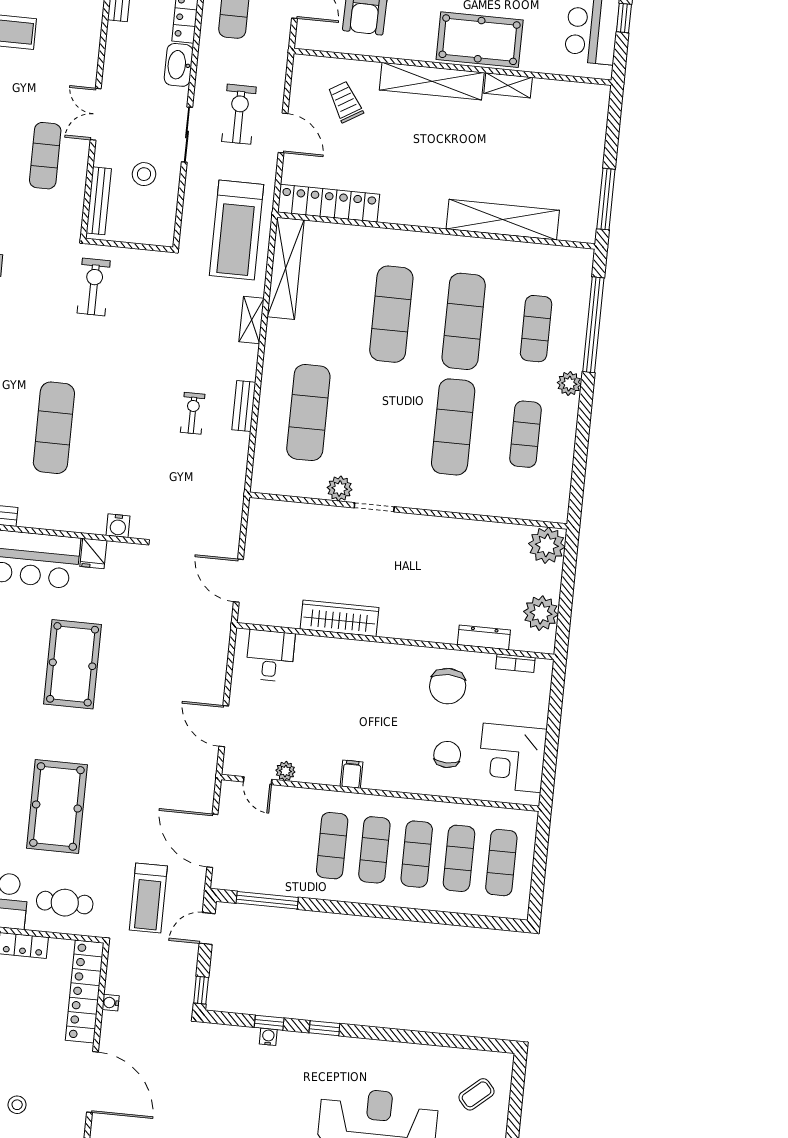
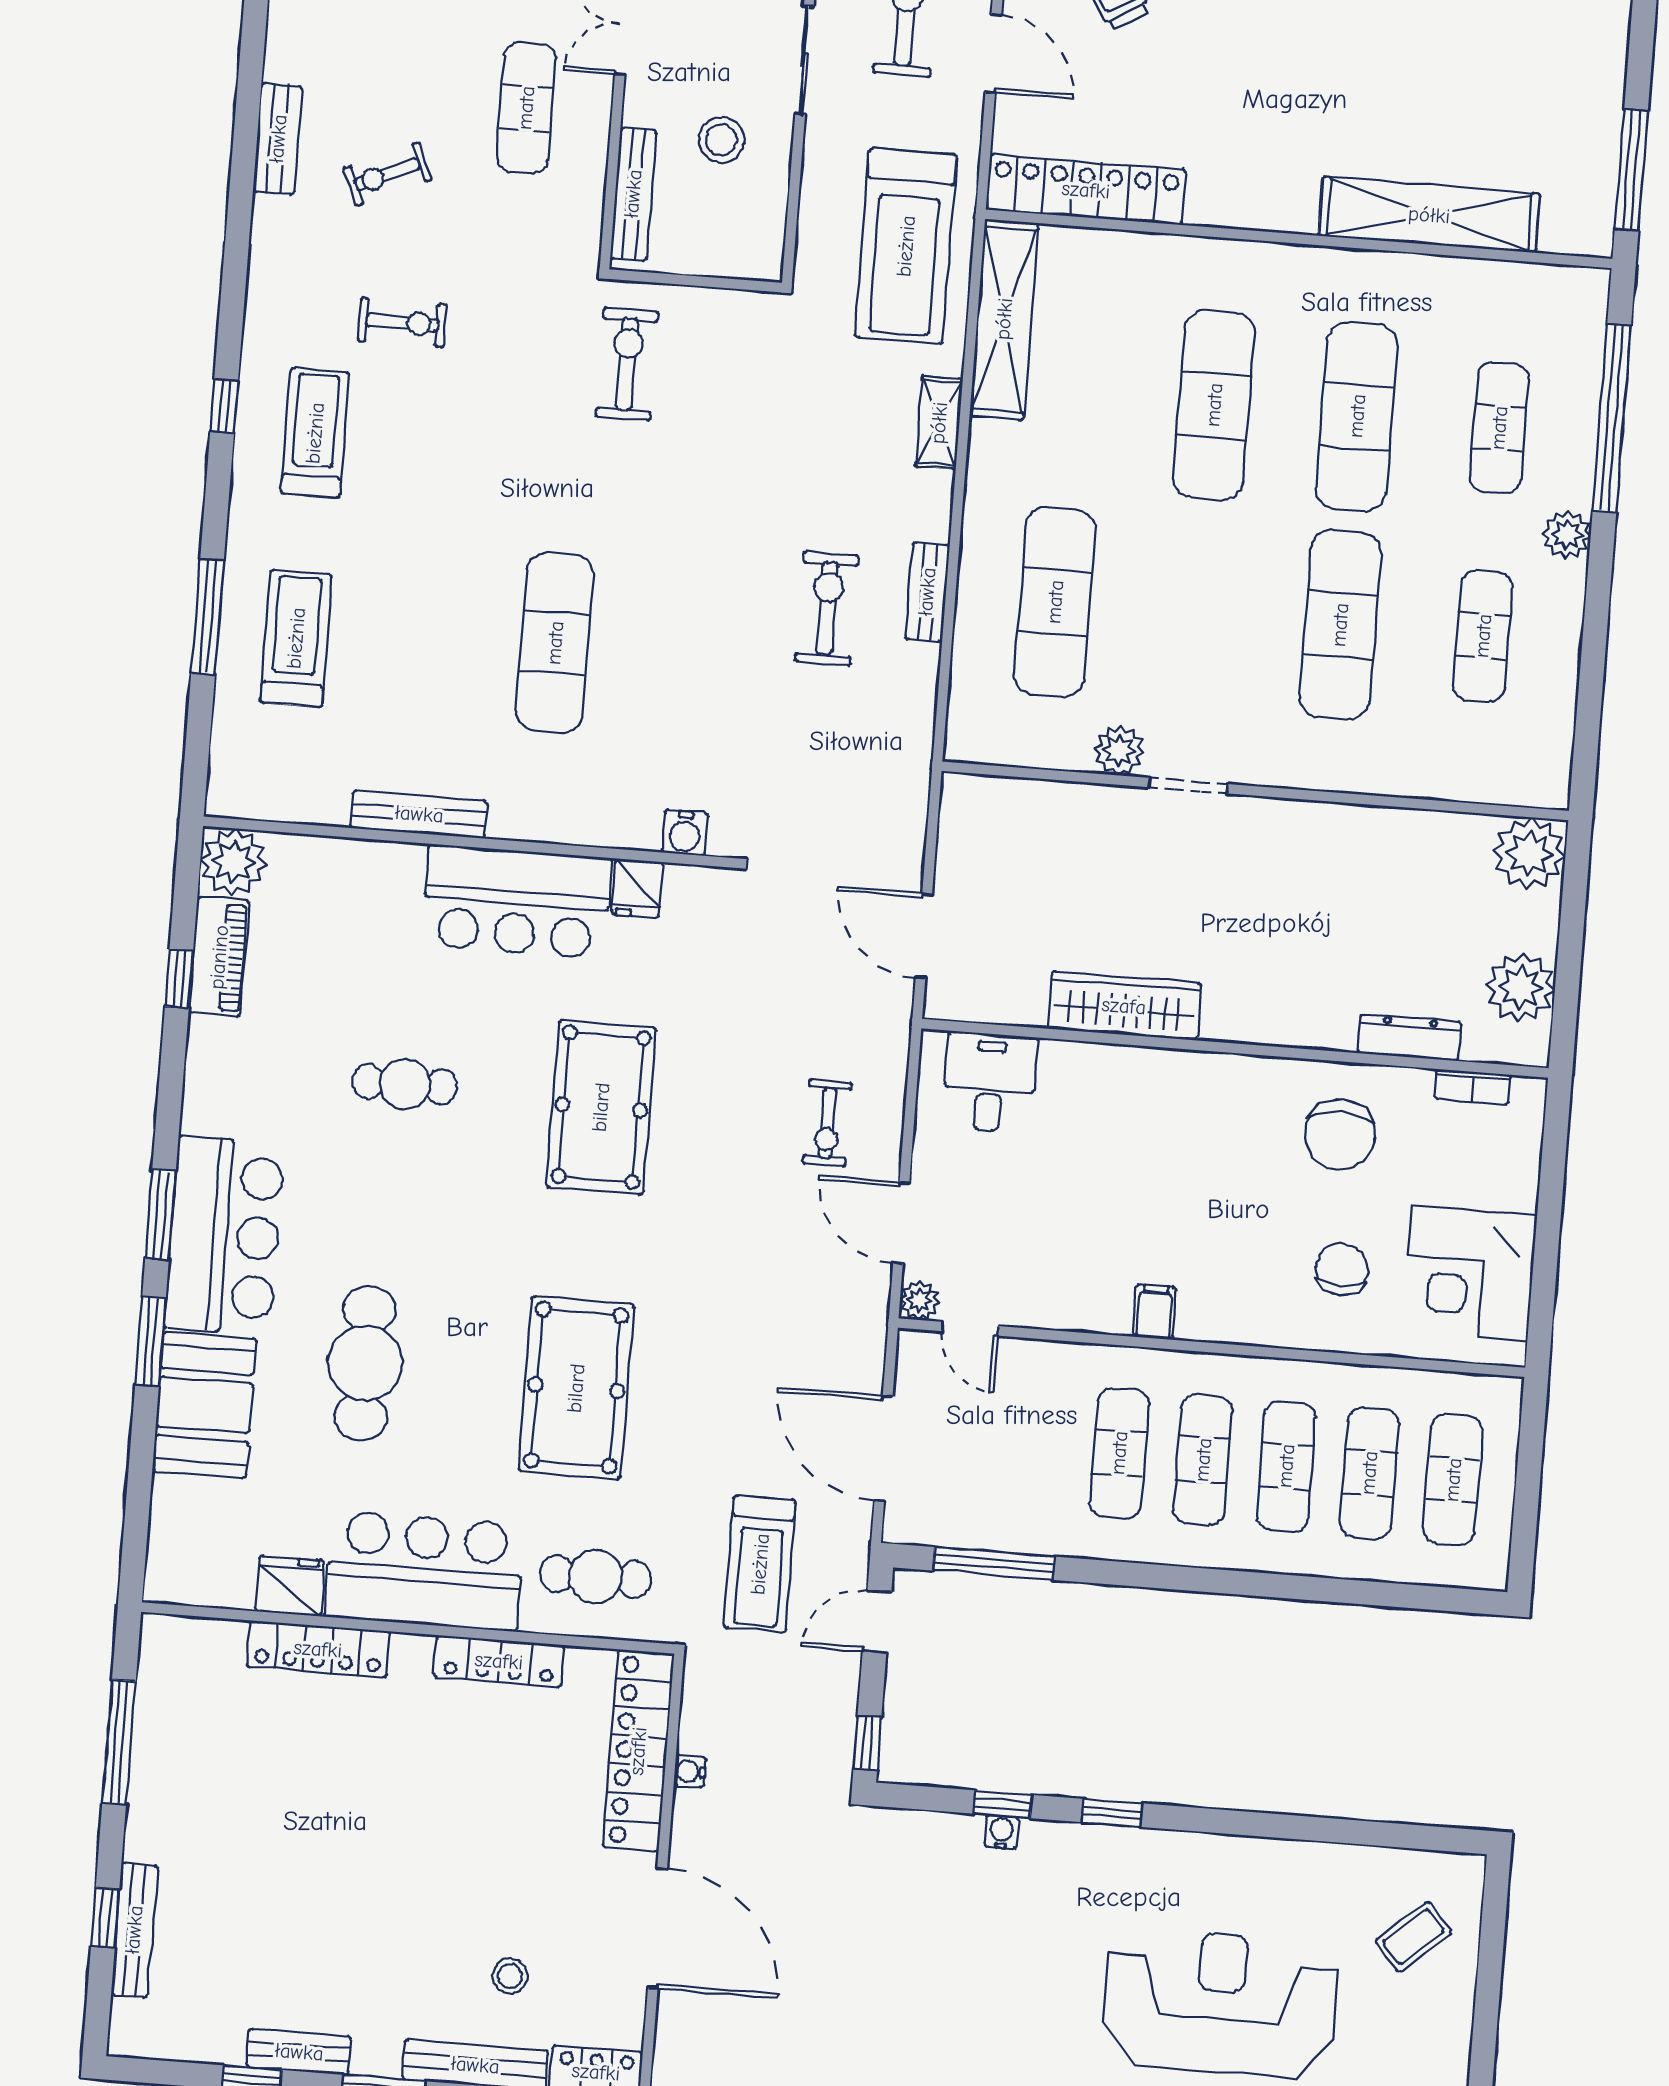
exercise bike: (193, 413) -> (827, 608), width x1.38, depth x1.39
exercise bike: (187, 675) -> (827, 1123), added
plant: (285, 771) -> (919, 1300), moved

